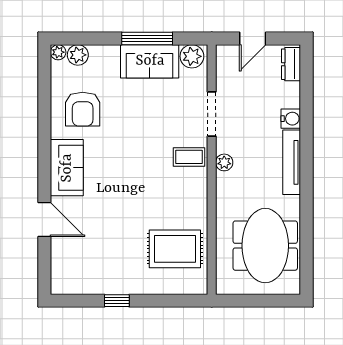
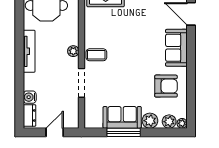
plant: (192, 56) -> (150, 121), moved
armchair: (83, 109) -> (166, 86), turned 90
water cooler: (291, 119) -> (30, 97), moved

